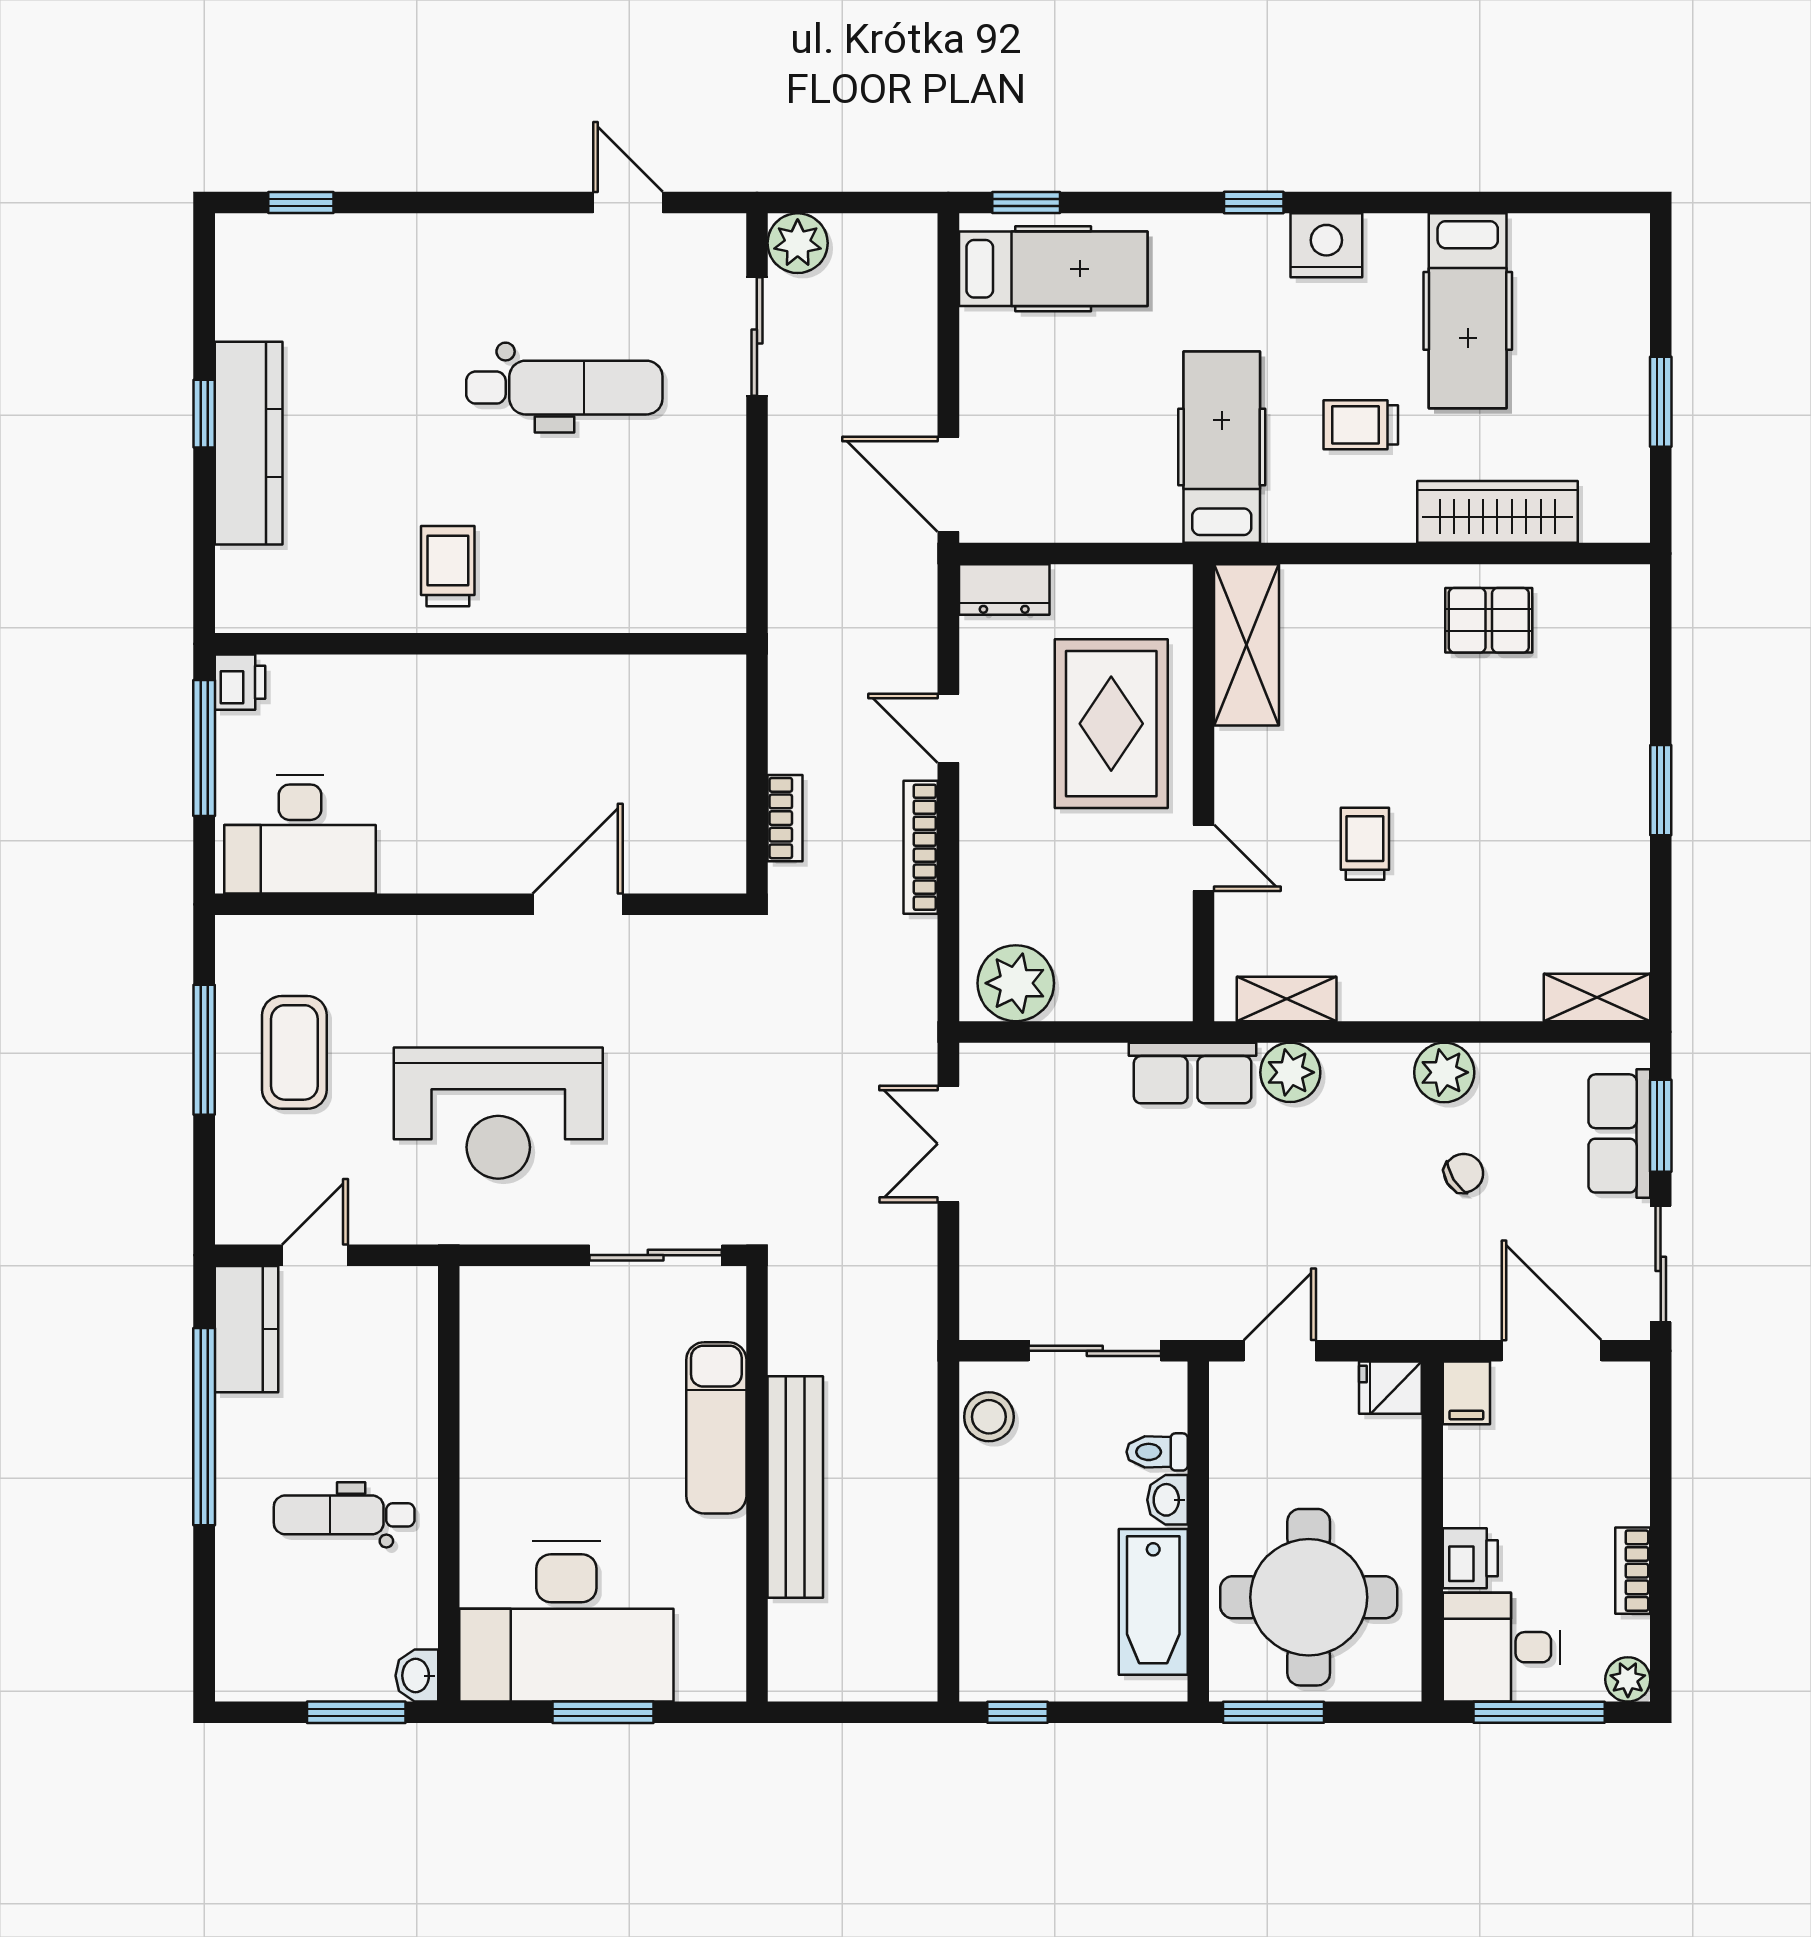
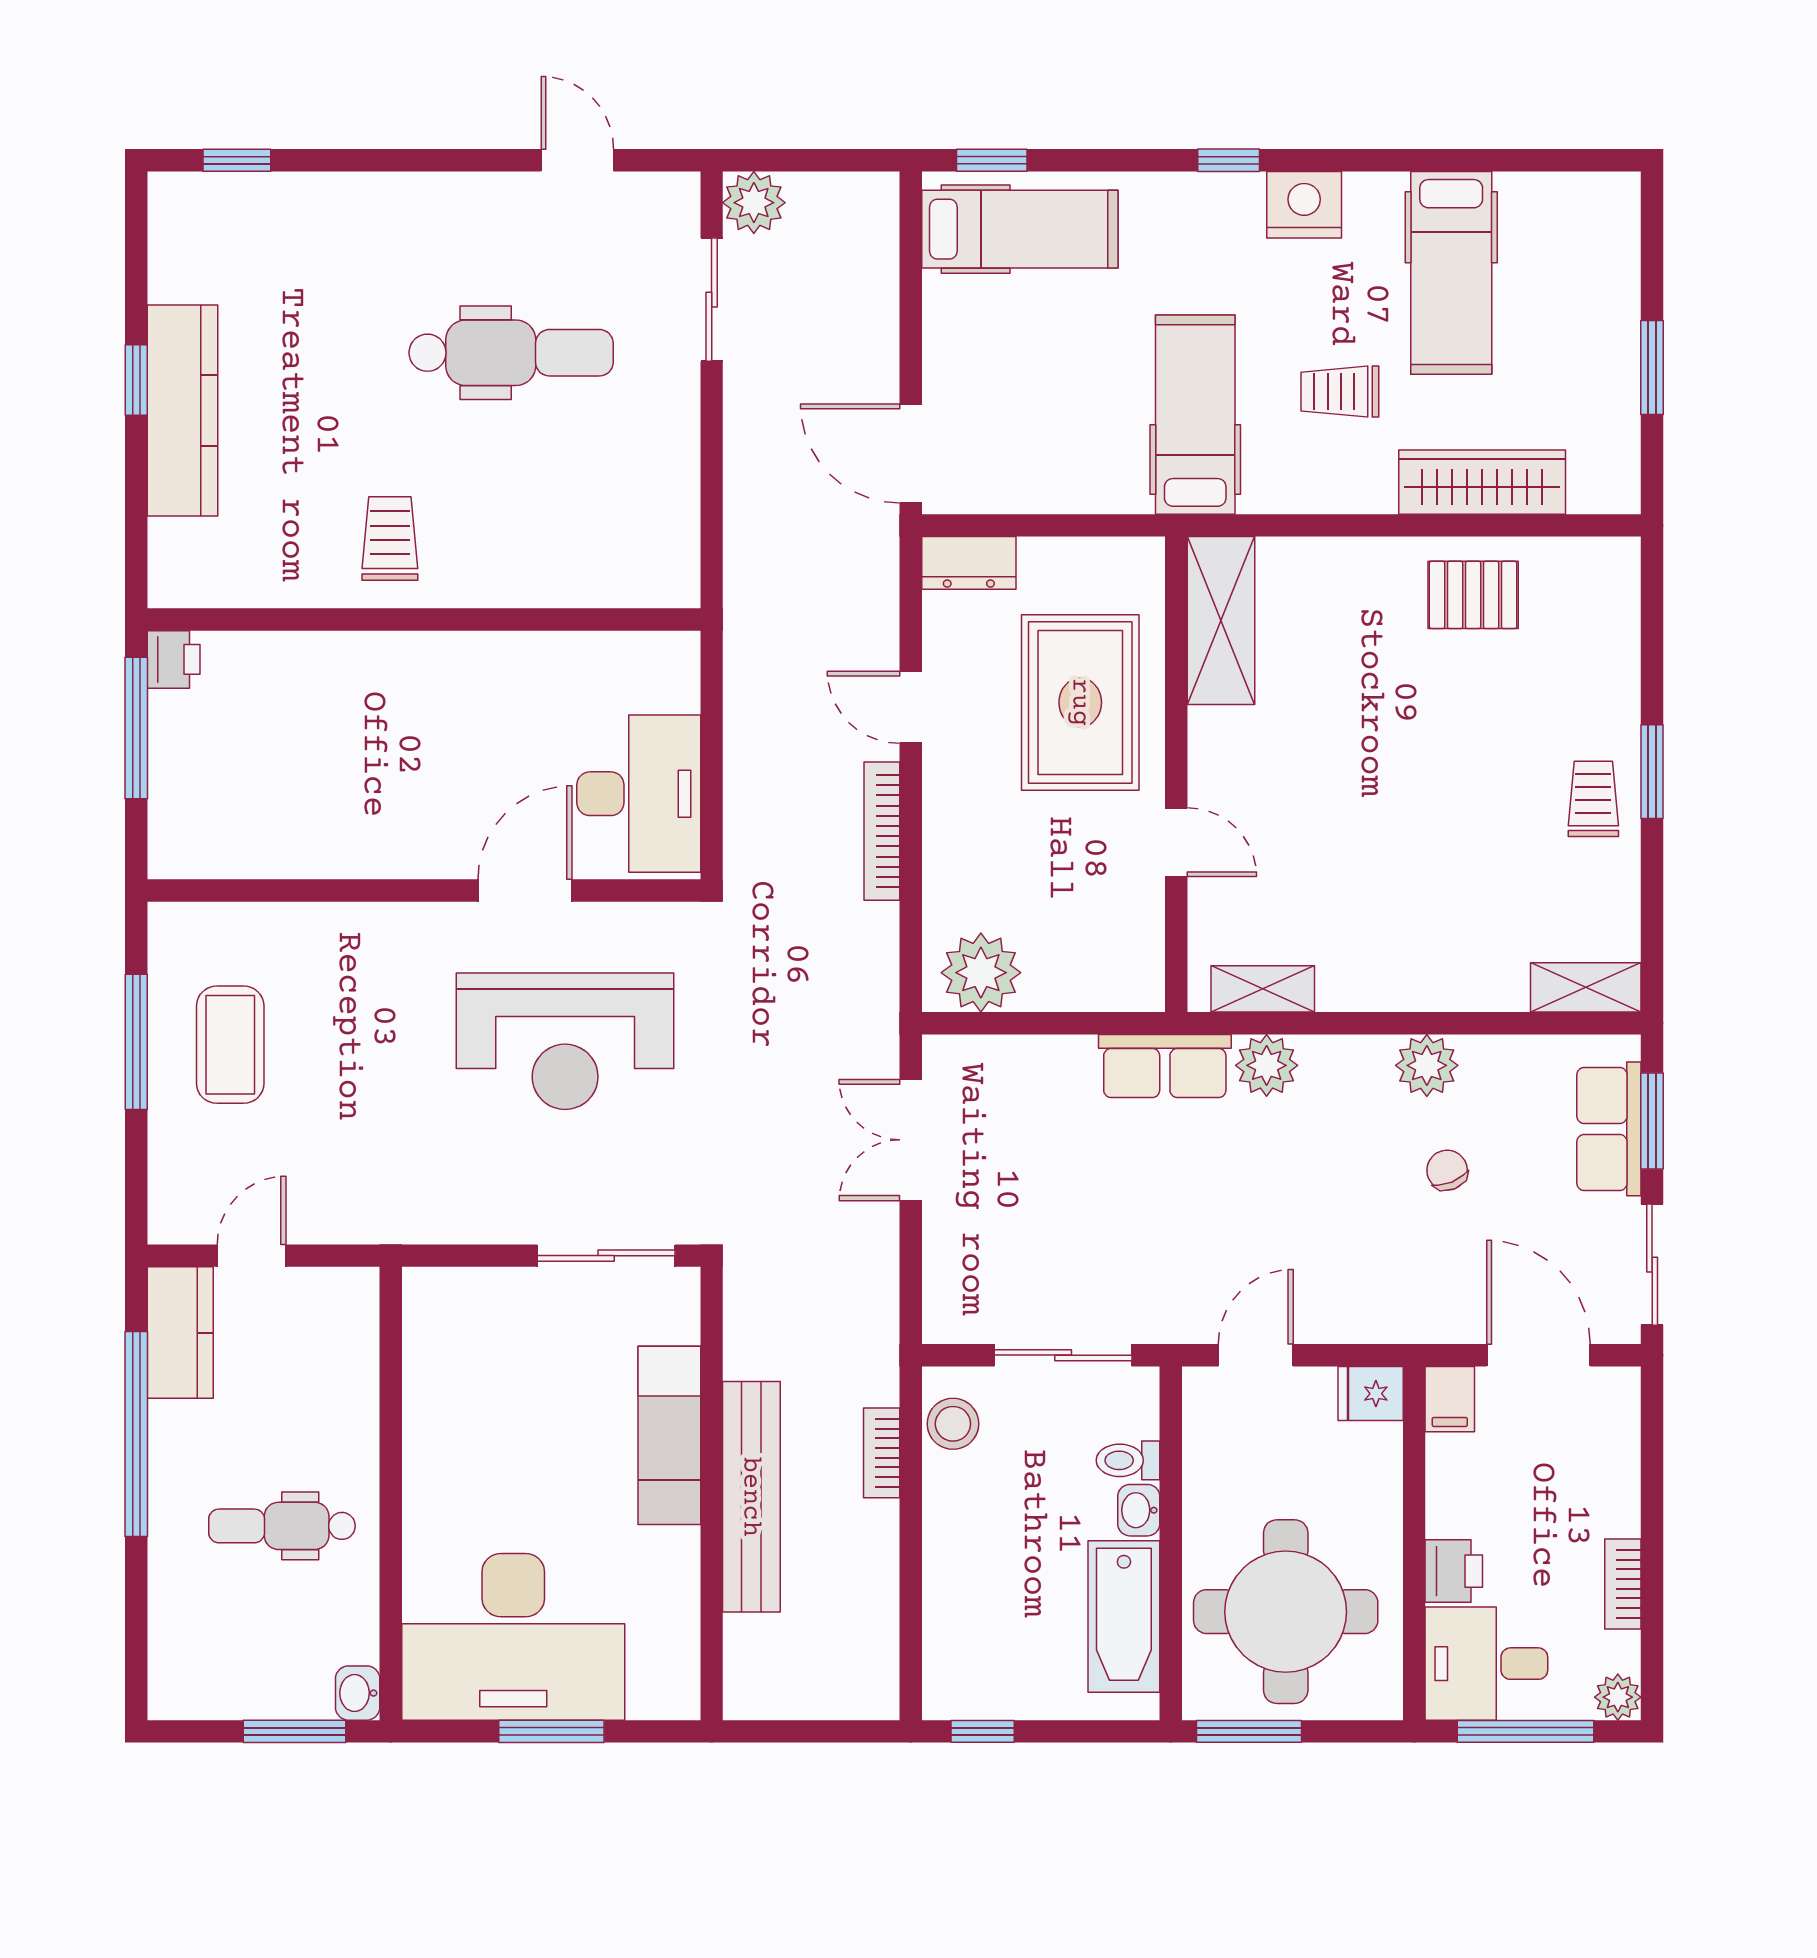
bookcase: (785, 818) -> (882, 1453), moved, turned 180
desk: (300, 834) -> (639, 794), moved, turned -90
trolley: (1365, 844) -> (1593, 799), moved
reception desk: (498, 1113) -> (565, 1041), moved
chair: (1464, 1173) -> (1447, 1170), turned -80

